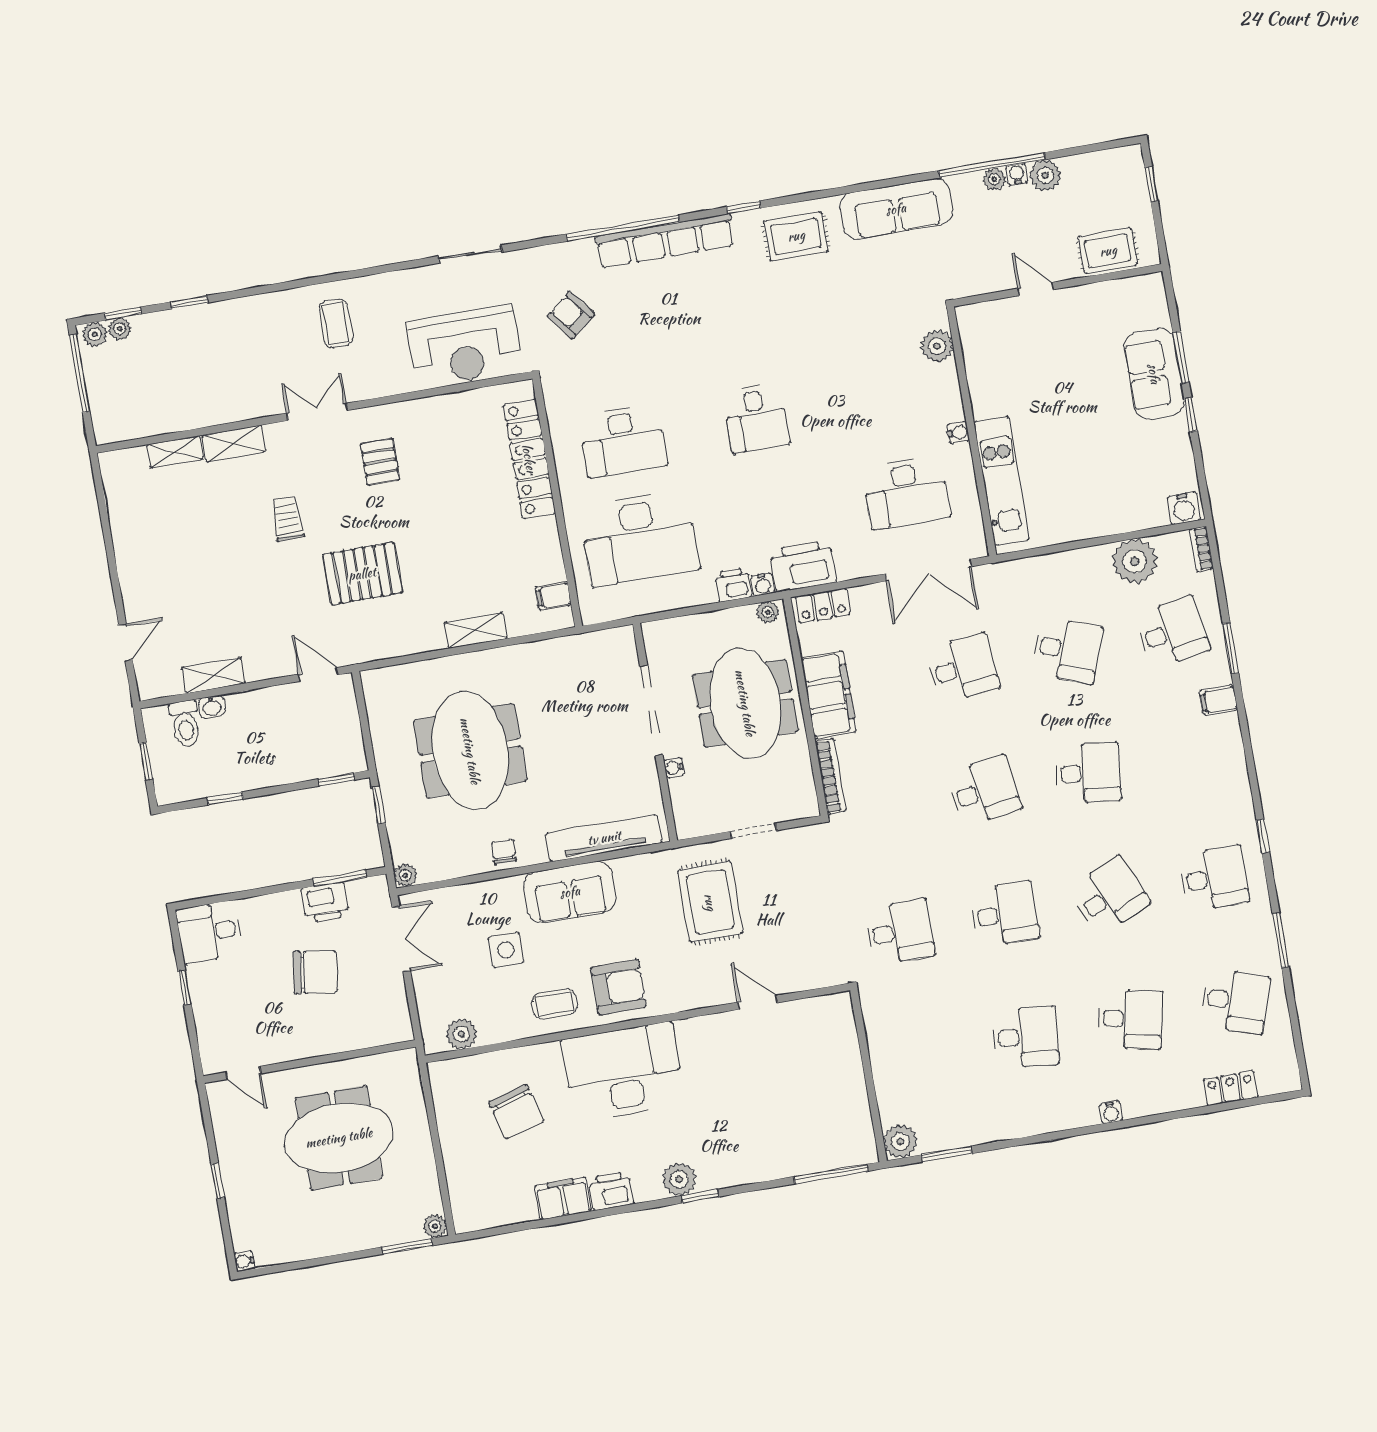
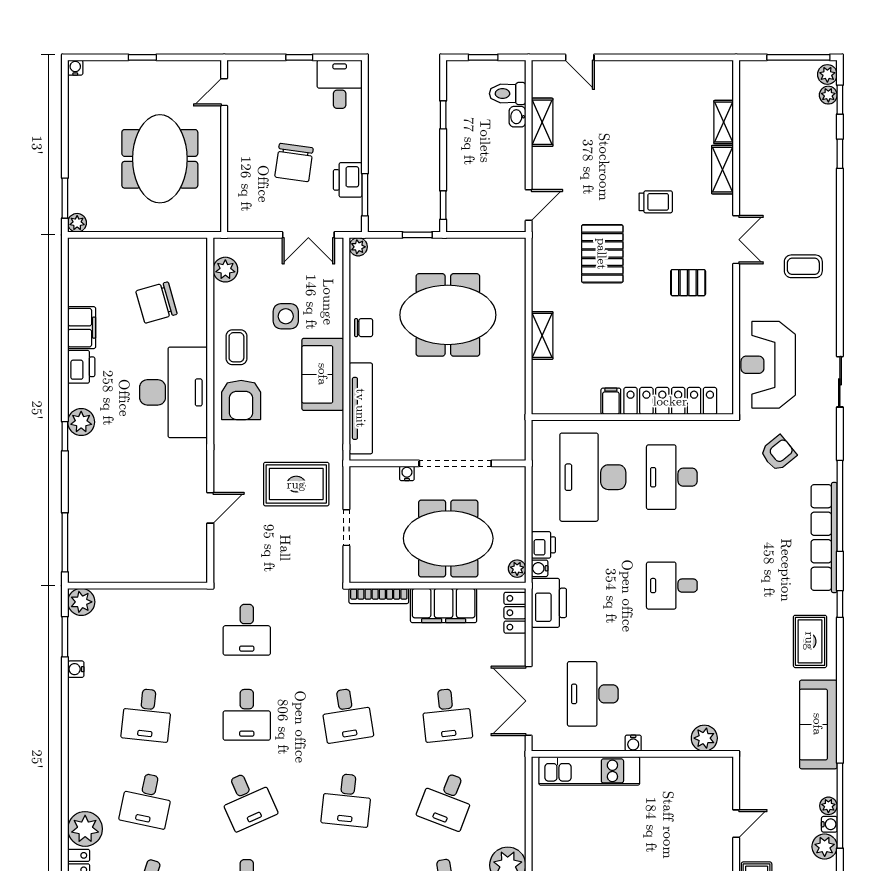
filing cabinet: (553, 596) -> (611, 401), moved
plant: (1179, 1089) -> (85, 829), added
water cooler: (1111, 1112) -> (76, 669), moved

